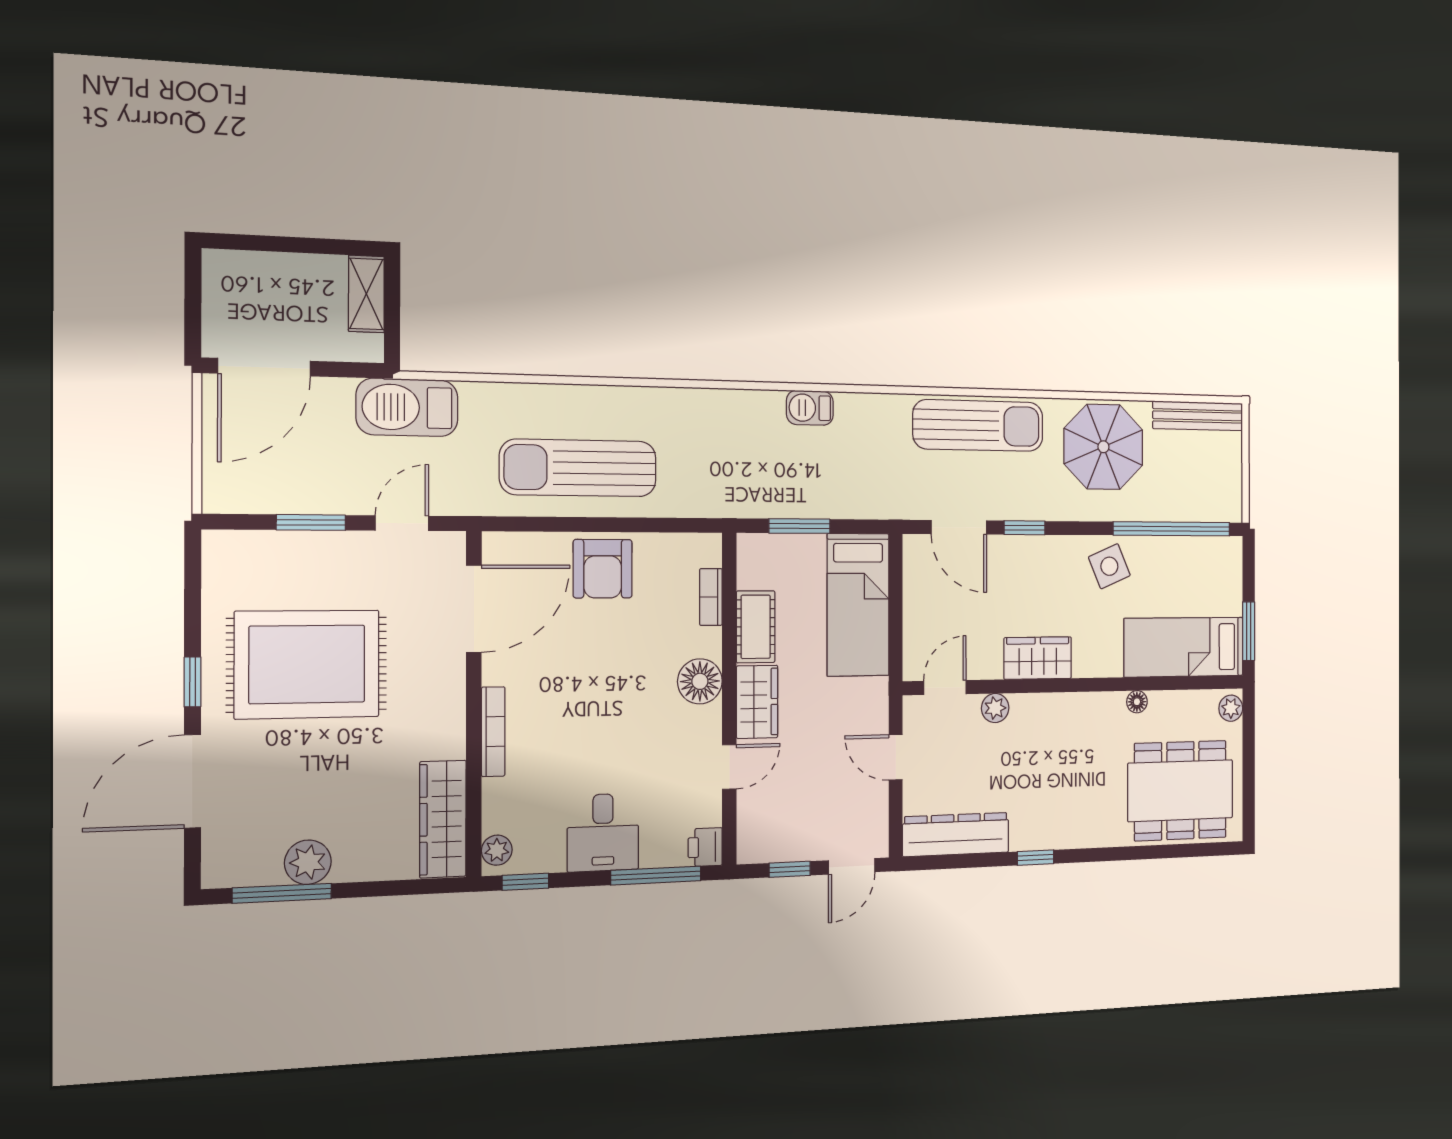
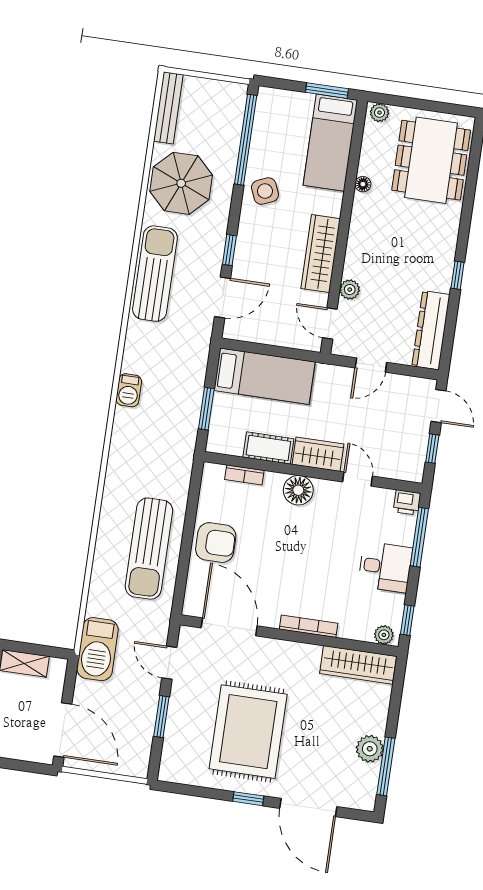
wardrobe: (1038, 658) -> (321, 254), width x1.50

